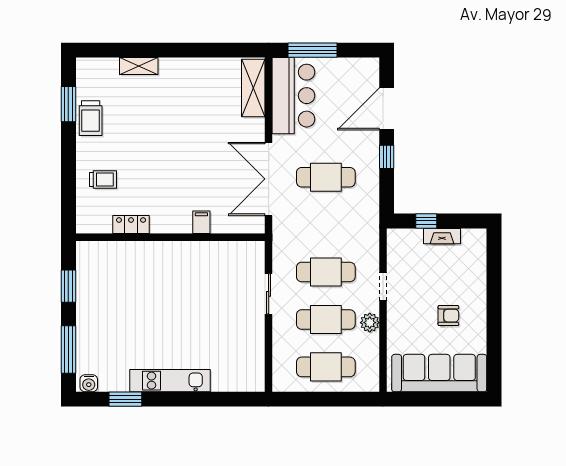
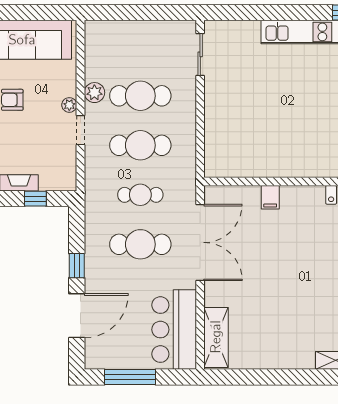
window: (313, 50) -> (130, 377), moved
sliding door: (269, 294) -> (200, 54), moved
plant: (394, 311) -> (69, 105), added
cafe table: (326, 367) -> (140, 195), moved, width x0.73, depth x0.74

